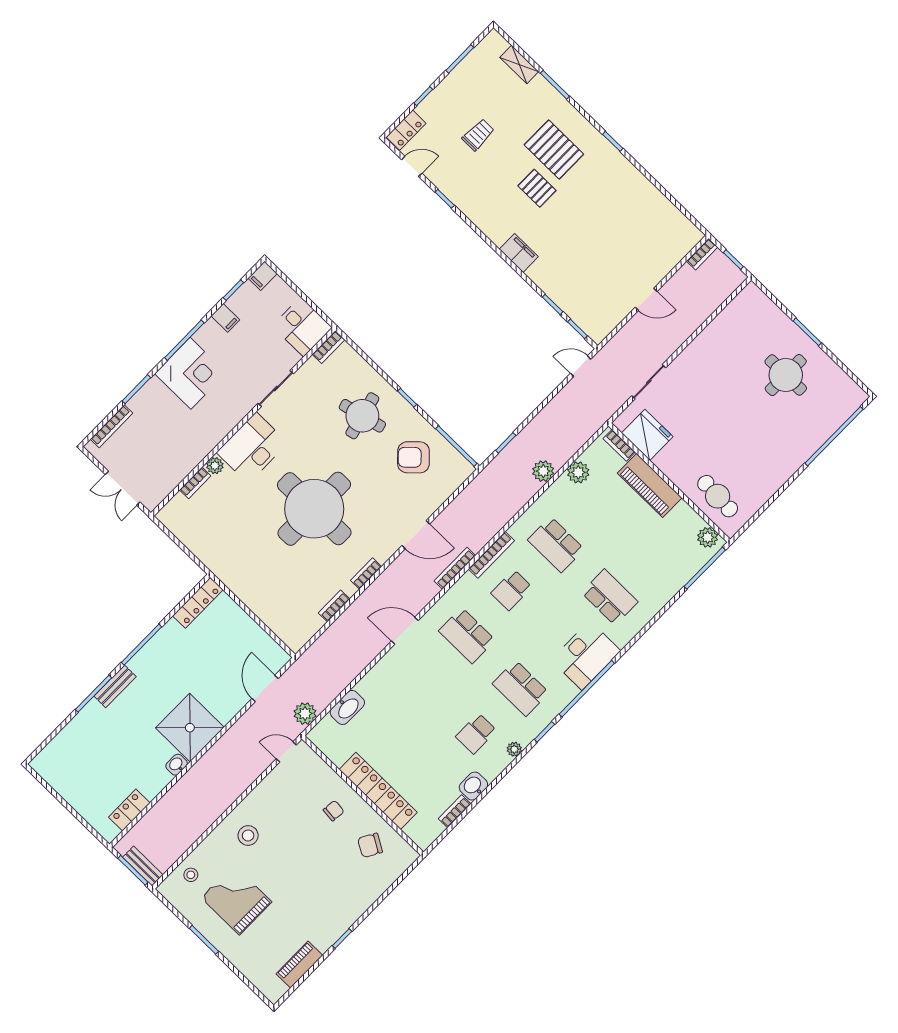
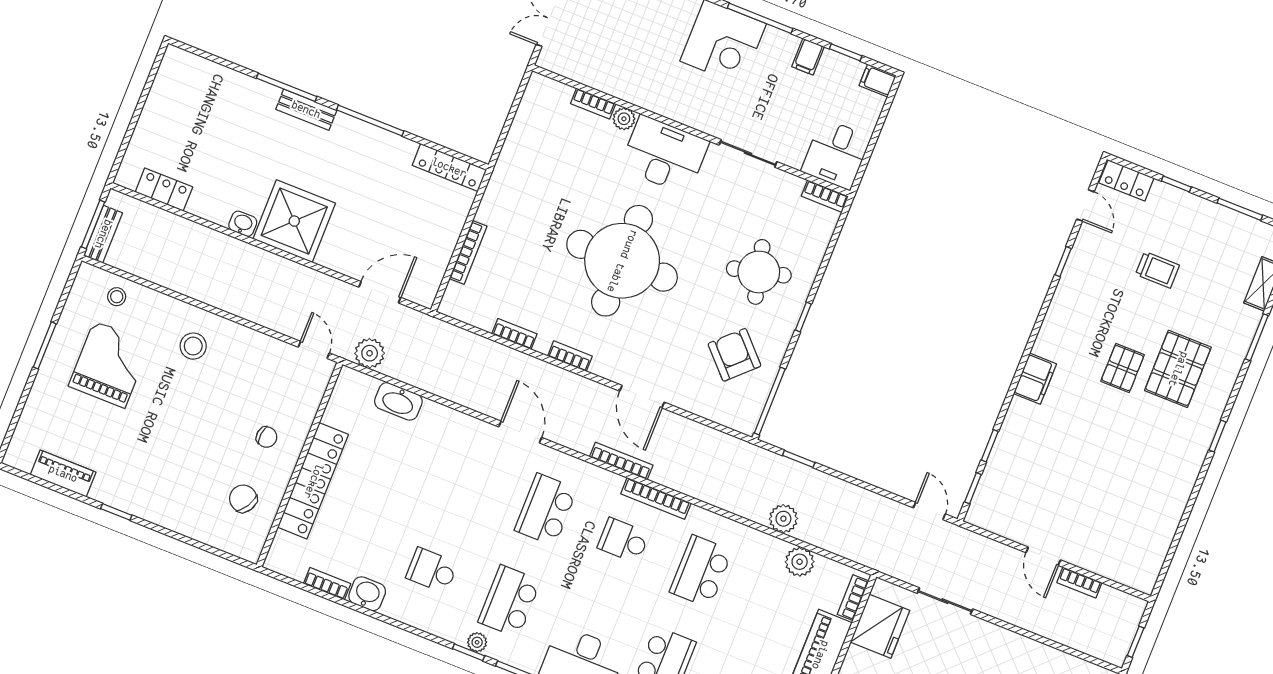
bookcase: (702, 254) -> (1079, 583), moved
bookcase: (263, 615) -> (468, 252), added
plant: (514, 749) -> (477, 642), moved

